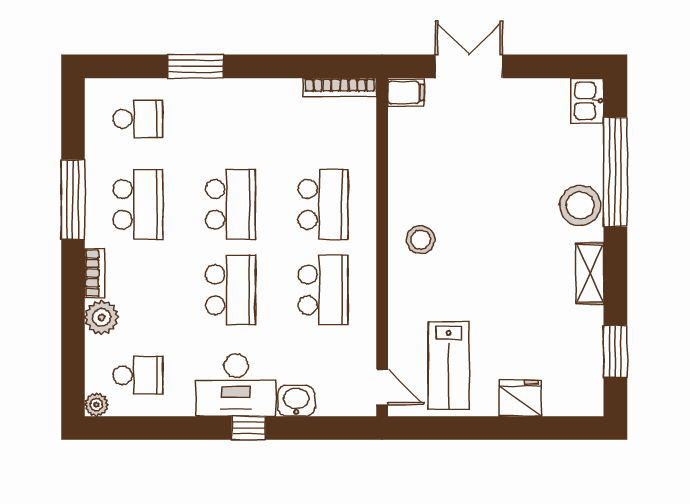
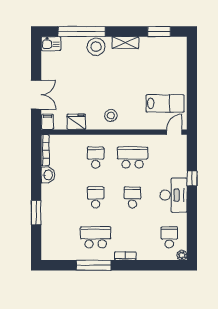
double door: (469, 66) -> (36, 95), swing flipped
school desk: (138, 119) -> (59, 237), removed
school desk: (230, 204) -> (96, 197), width x0.54
school desk: (323, 204) -> (96, 157), width x0.54
school desk: (230, 290) -> (132, 197), width x0.54
plant: (102, 317) -> (144, 253), removed
fridge: (520, 398) -> (76, 122), moved, turned 90
washbasin: (296, 401) -> (48, 175), moved, turned 180
window: (249, 428) -> (192, 178), moved

